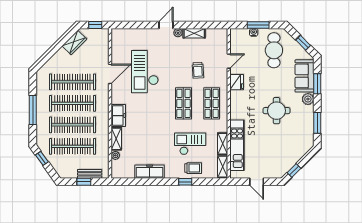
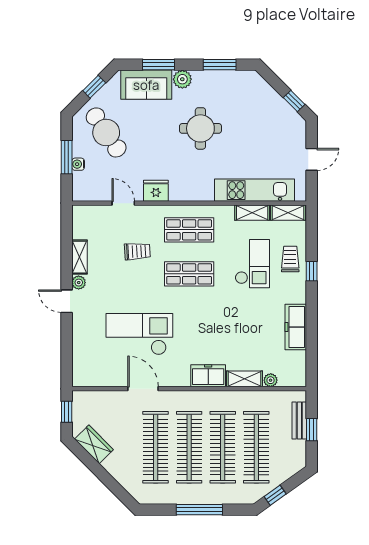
cafe table: (274, 50) -> (106, 132), turned 56
checkout: (145, 72) -> (139, 334), turned 180
checkout: (190, 144) -> (252, 264), turned 180

